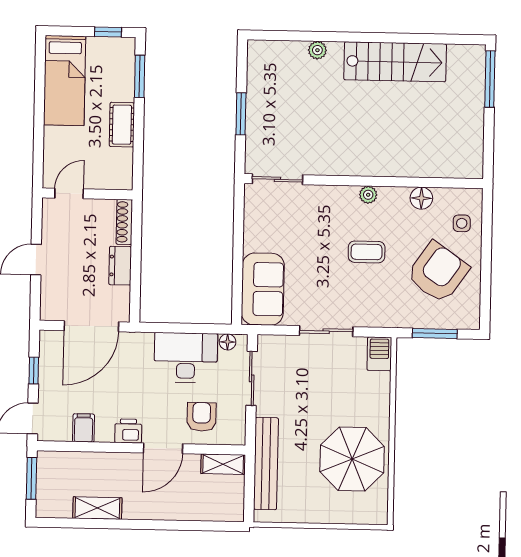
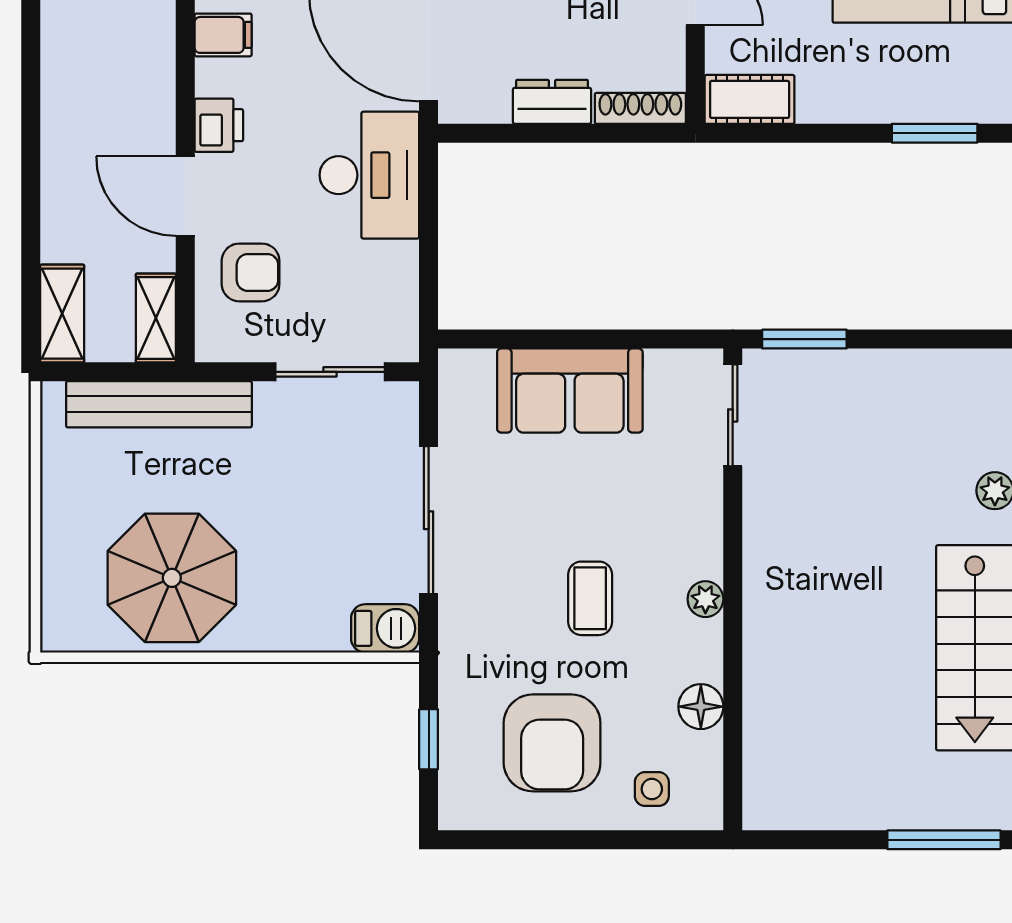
window: (241, 114) -> (804, 339), moved
cot: (122, 125) -> (750, 99), moved
armchair: (438, 272) -> (552, 743), turned 55
sofa: (263, 289) -> (570, 391), moved
sliding door: (326, 331) -> (429, 520), width x1.37
window: (435, 333) -> (429, 739), width x0.67
floor lamp: (228, 342) -> (403, 322), removed
desk: (186, 358) -> (369, 175), moved
shelving: (97, 508) -> (62, 314), moved

